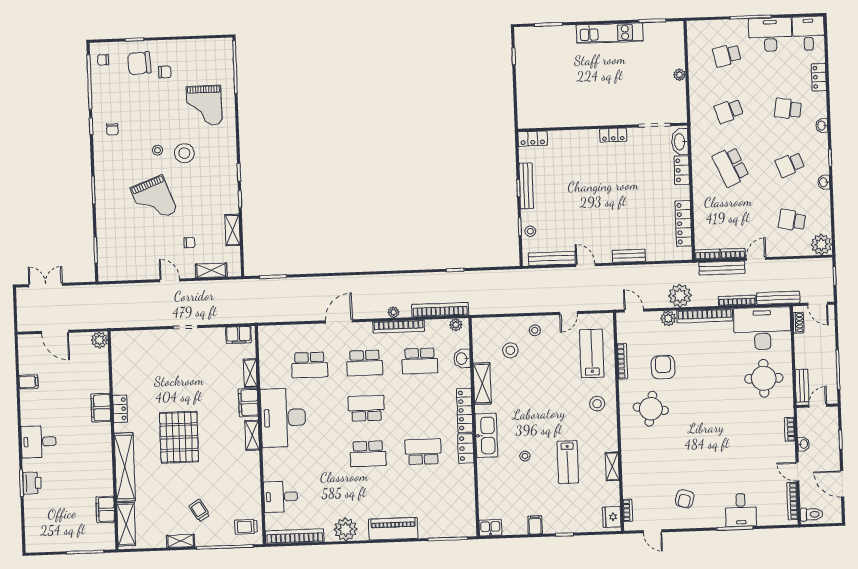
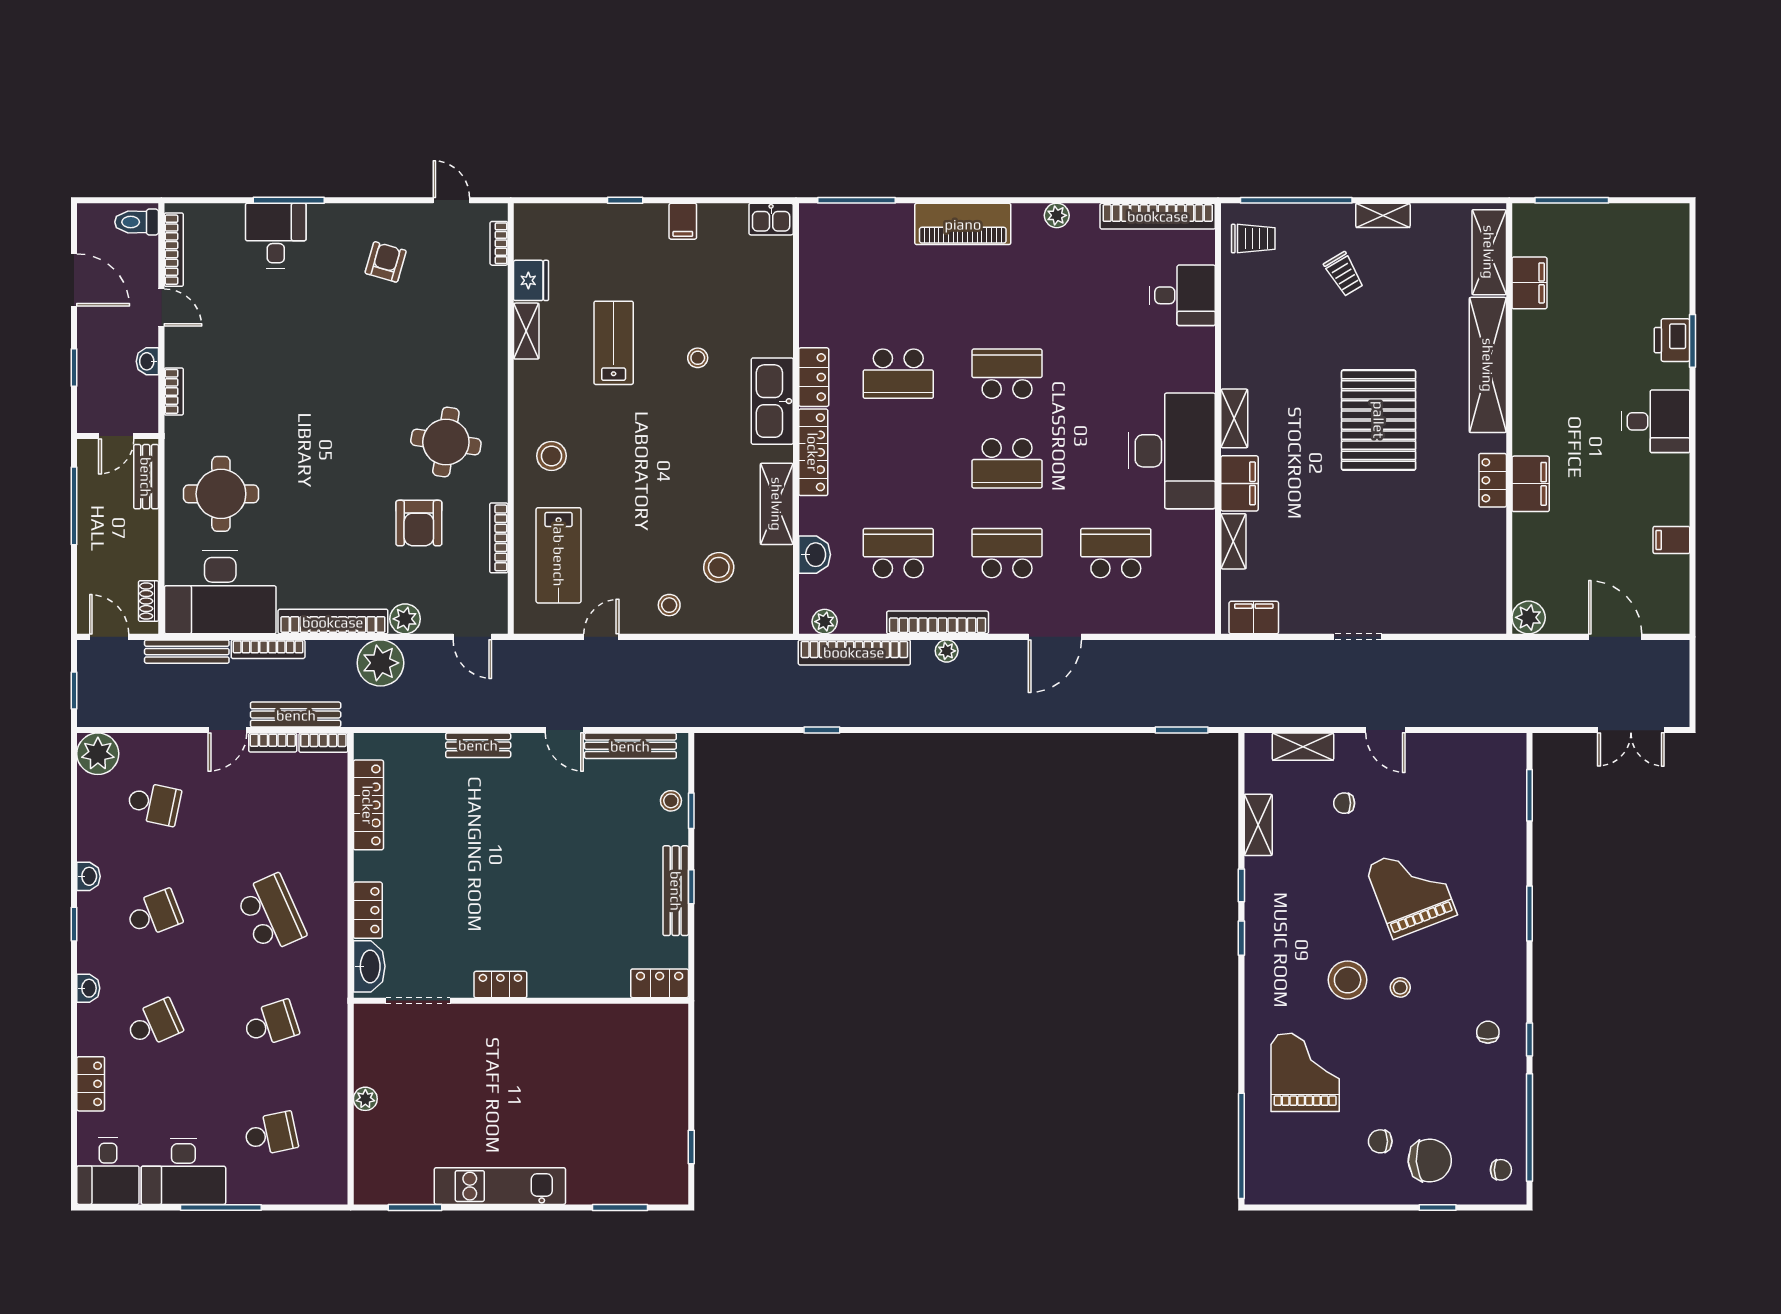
school desk: (788, 109) -> (154, 1024), turned -33
fridge: (612, 517) -> (531, 280), moved
plant: (346, 529) -> (1057, 215), width x0.53, depth x0.53

